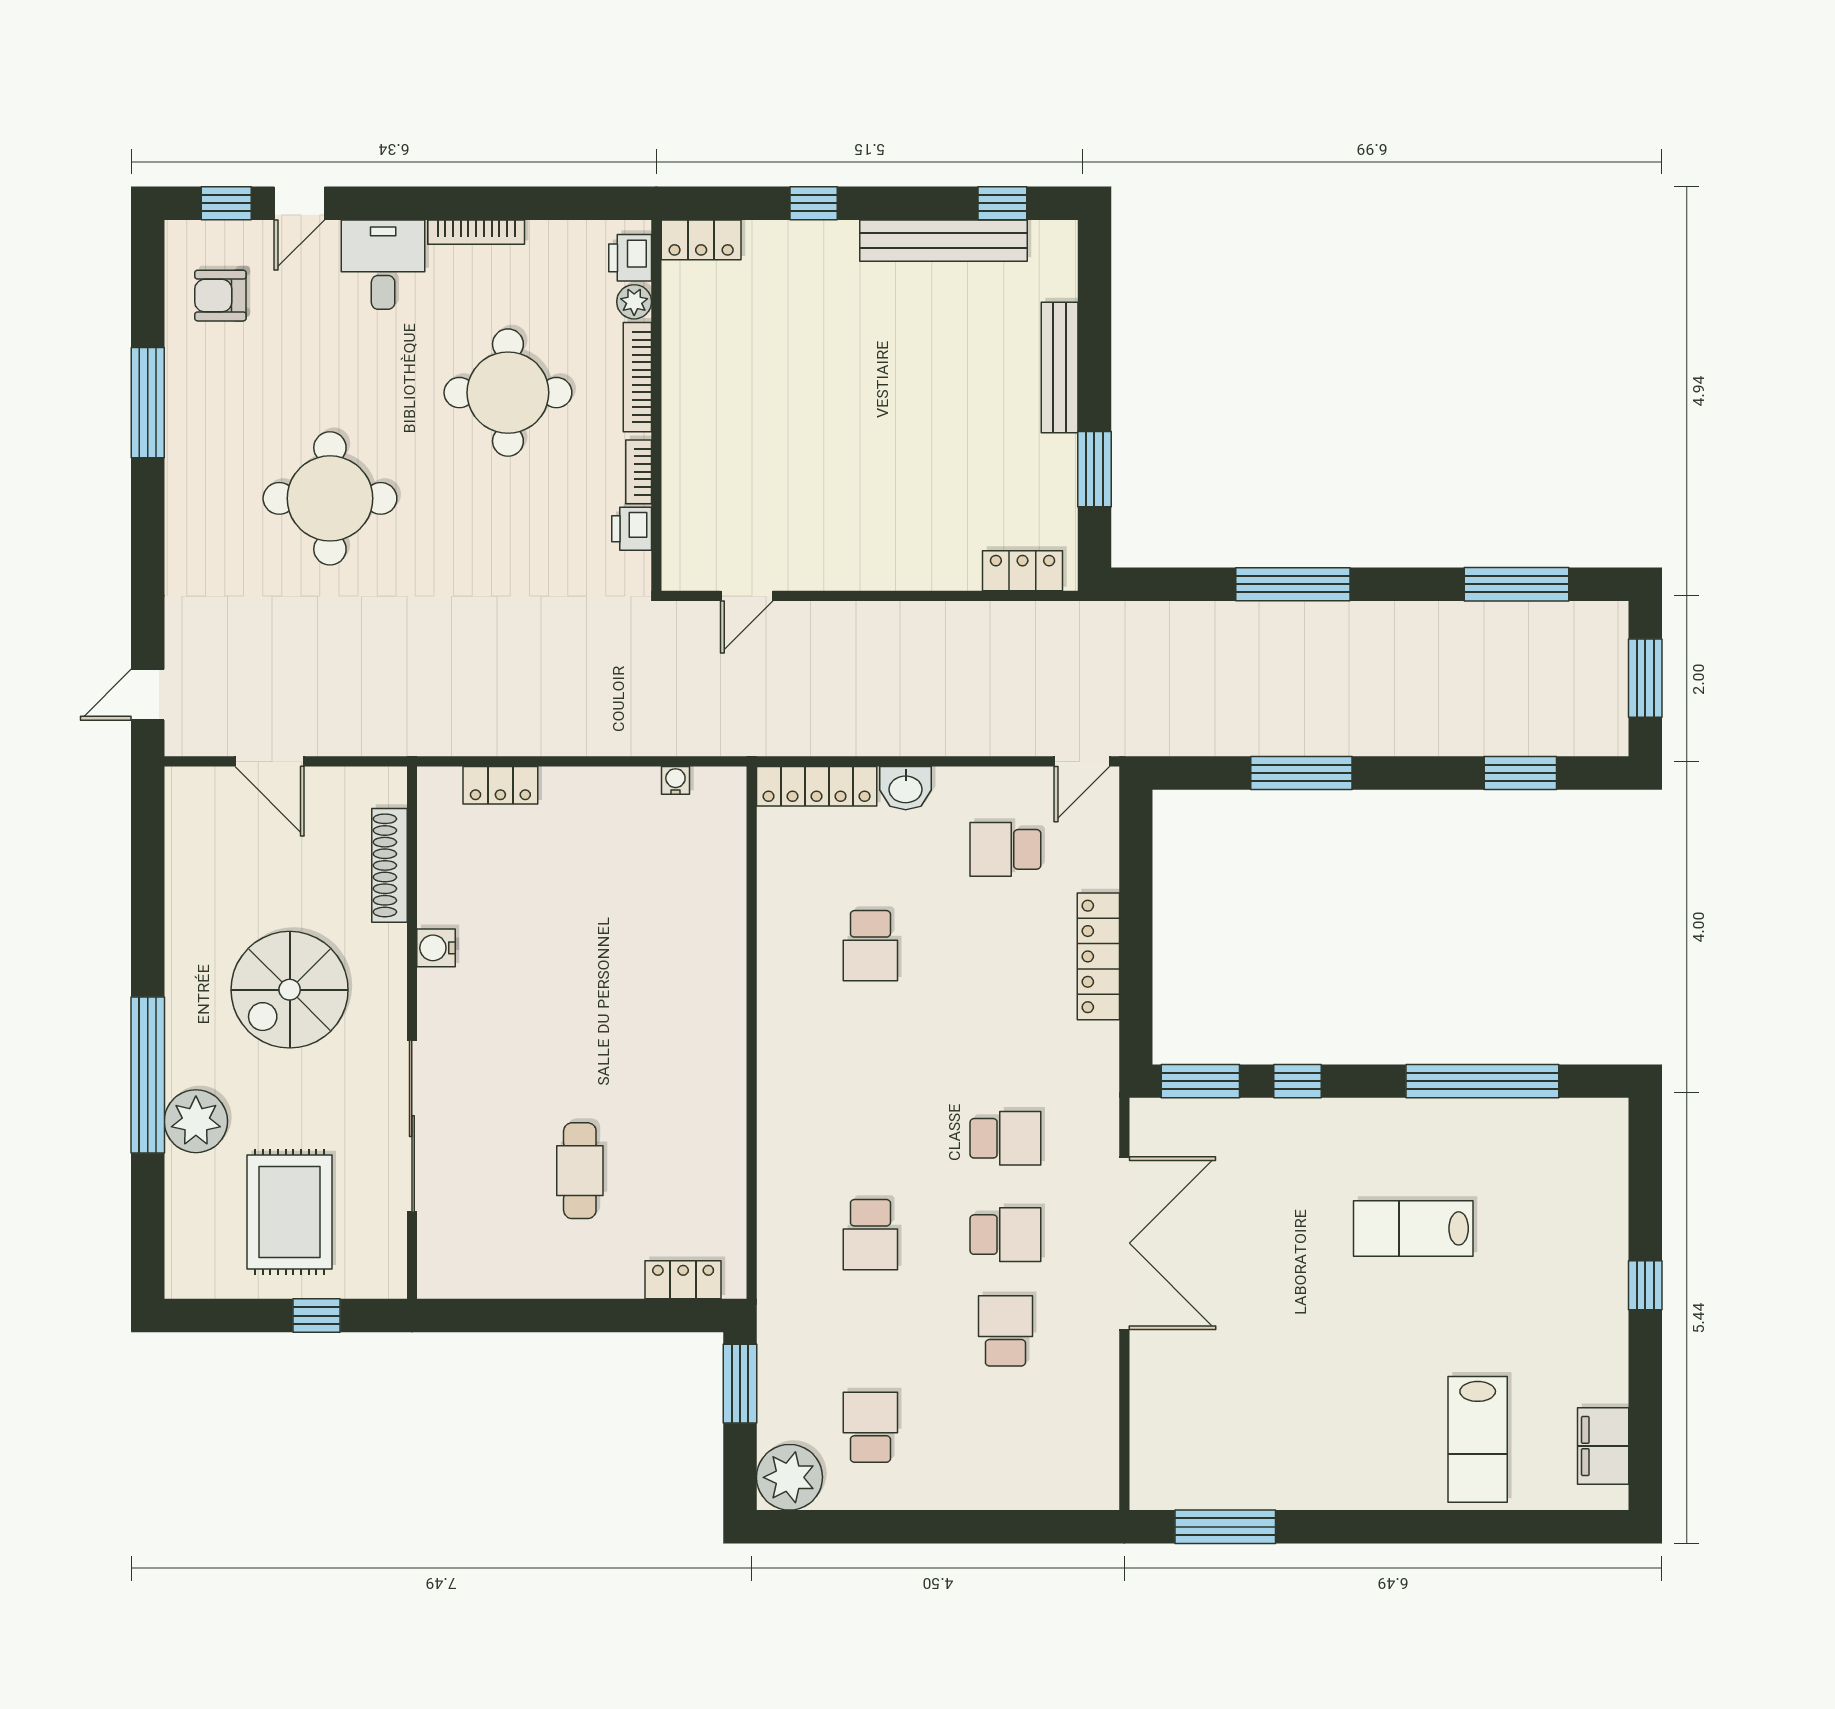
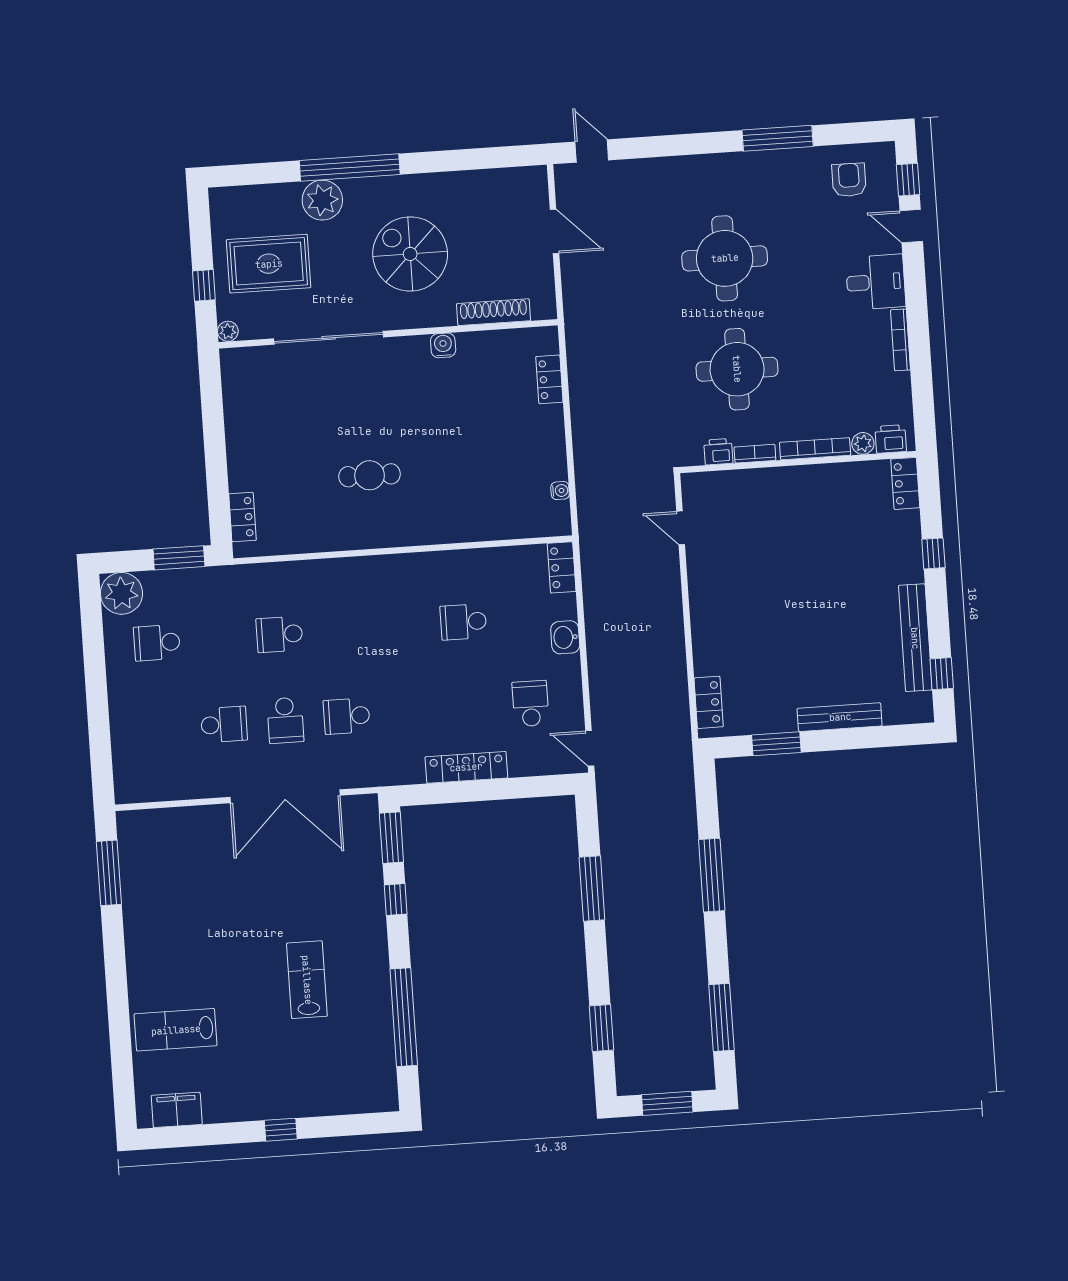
round table: (508, 393) -> (737, 369), moved
door: (269, 761) -> (555, 231), swing flipped
locker: (817, 786) -> (562, 567), width x0.66
school desk: (1005, 1138) -> (347, 716), turned 90
cafe table: (580, 1171) -> (370, 475), moved
plant: (391, 1283) -> (228, 331), added
school desk: (870, 1427) -> (157, 643), turned 180

